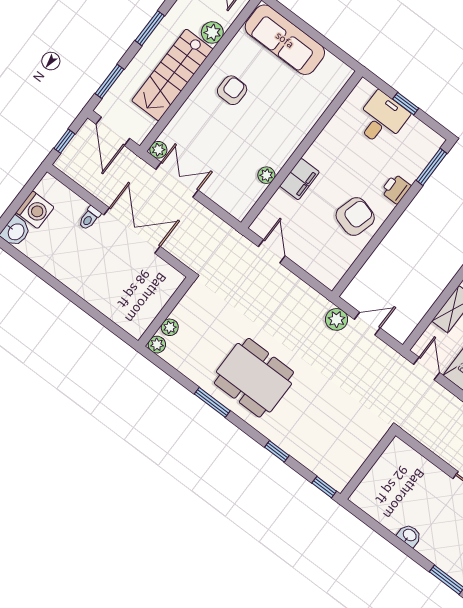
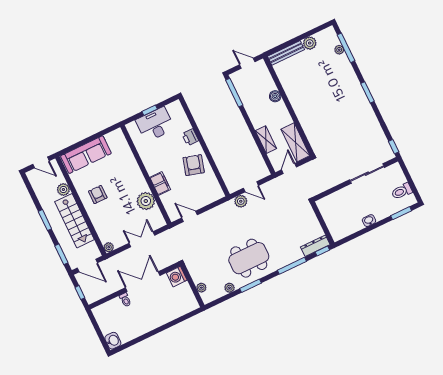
desk: (381, 119) -> (155, 124), width x1.37
window: (432, 167) -> (188, 114), removed
plant: (266, 175) -> (146, 201), width x1.88, depth x1.88
double door: (177, 180) -> (142, 239), moved
washing machine: (35, 210) -> (177, 277), moved, turned 180
door: (367, 324) -> (251, 187), swing flipped
plant: (157, 345) -> (229, 288), moved
door: (427, 368) -> (289, 168), hinge flipped
window: (277, 451) -> (292, 266), width x2.17
dresser: (327, 472) -> (315, 246), added

